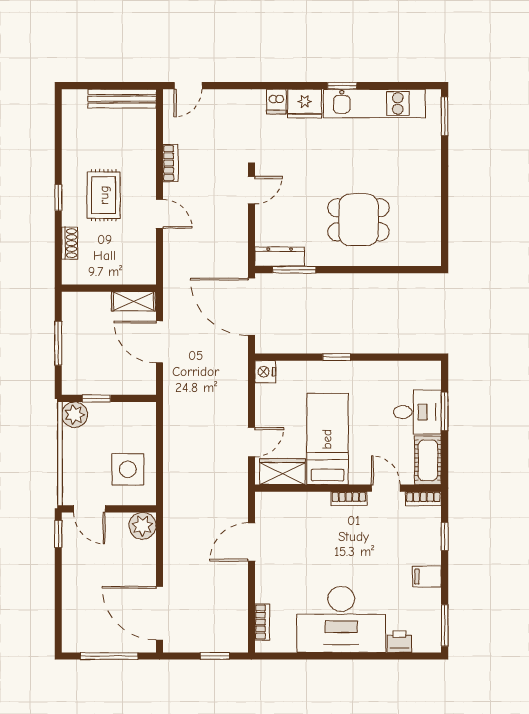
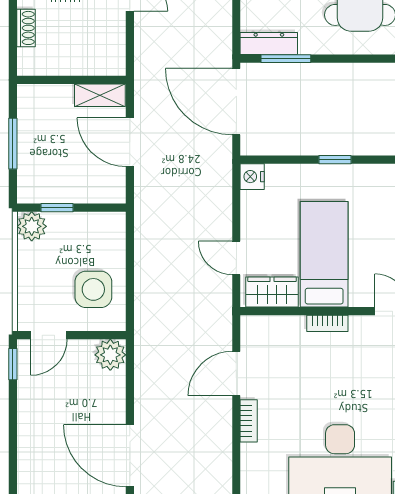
door: (251, 442) -> (236, 258), swing flipped
bookcase: (349, 499) -> (327, 323), moved
door: (89, 509) -> (49, 335), hinge flipped
bookcase: (262, 622) -> (249, 421), moved

